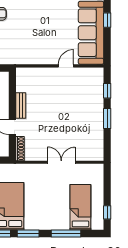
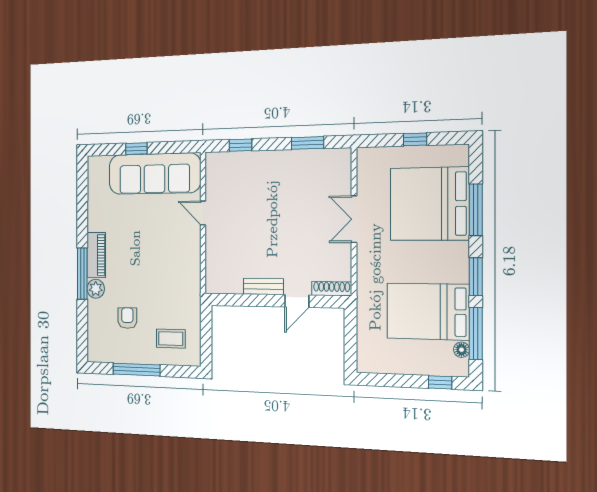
window: (107, 118) -> (307, 143), moved
bed: (80, 207) -> (429, 204), width x2.04
window: (107, 212) -> (415, 139), moved

